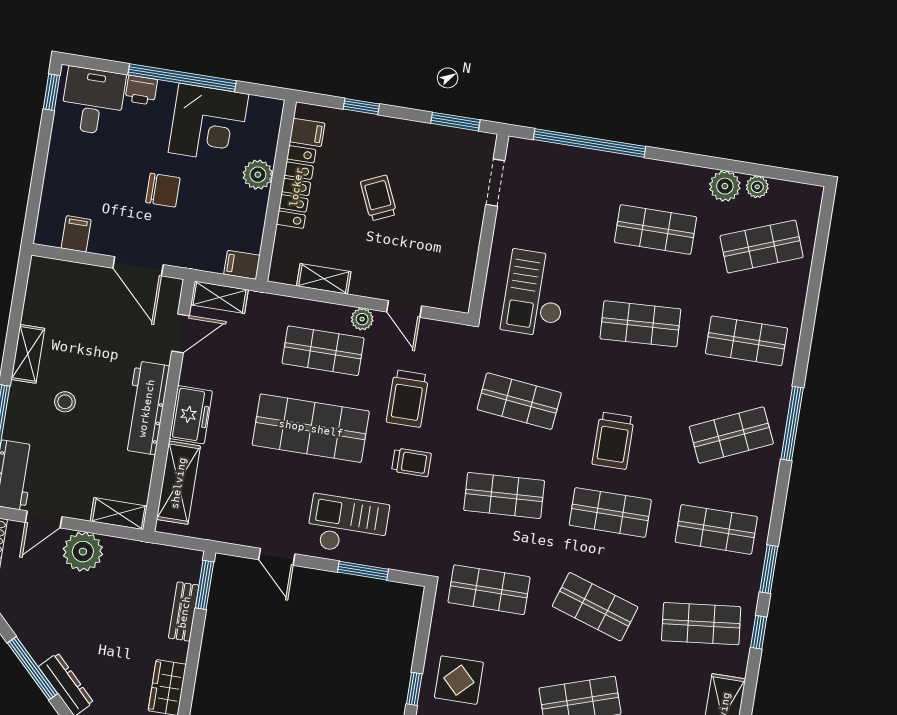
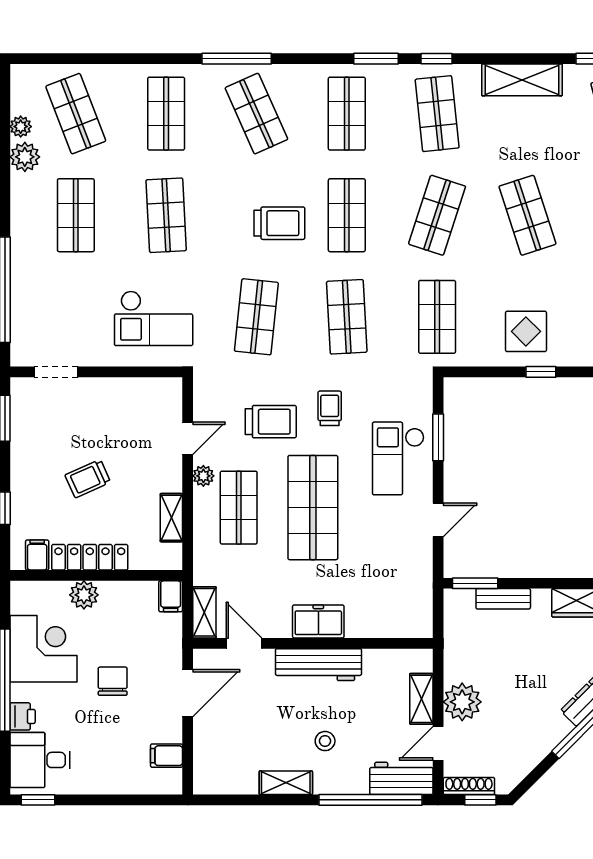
shelving: (178, 483) -> (384, 623), removed
shelving: (119, 514) -> (421, 699), moved
door: (44, 519) -> (438, 743), swing flipped

